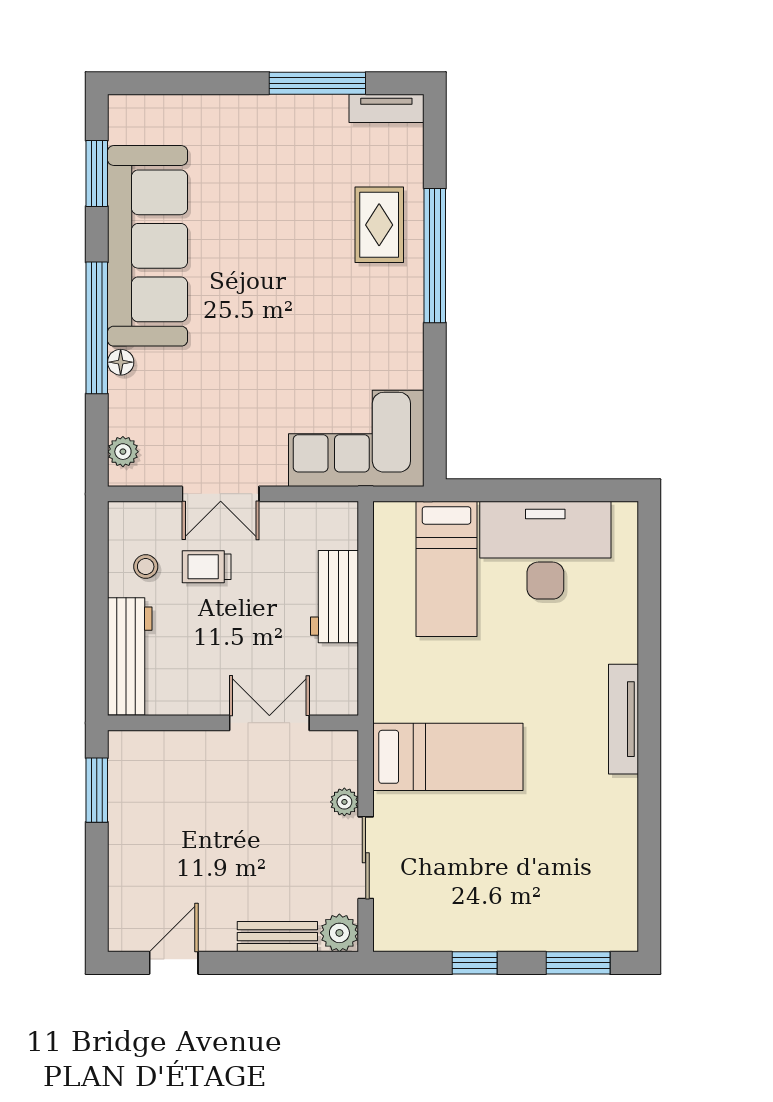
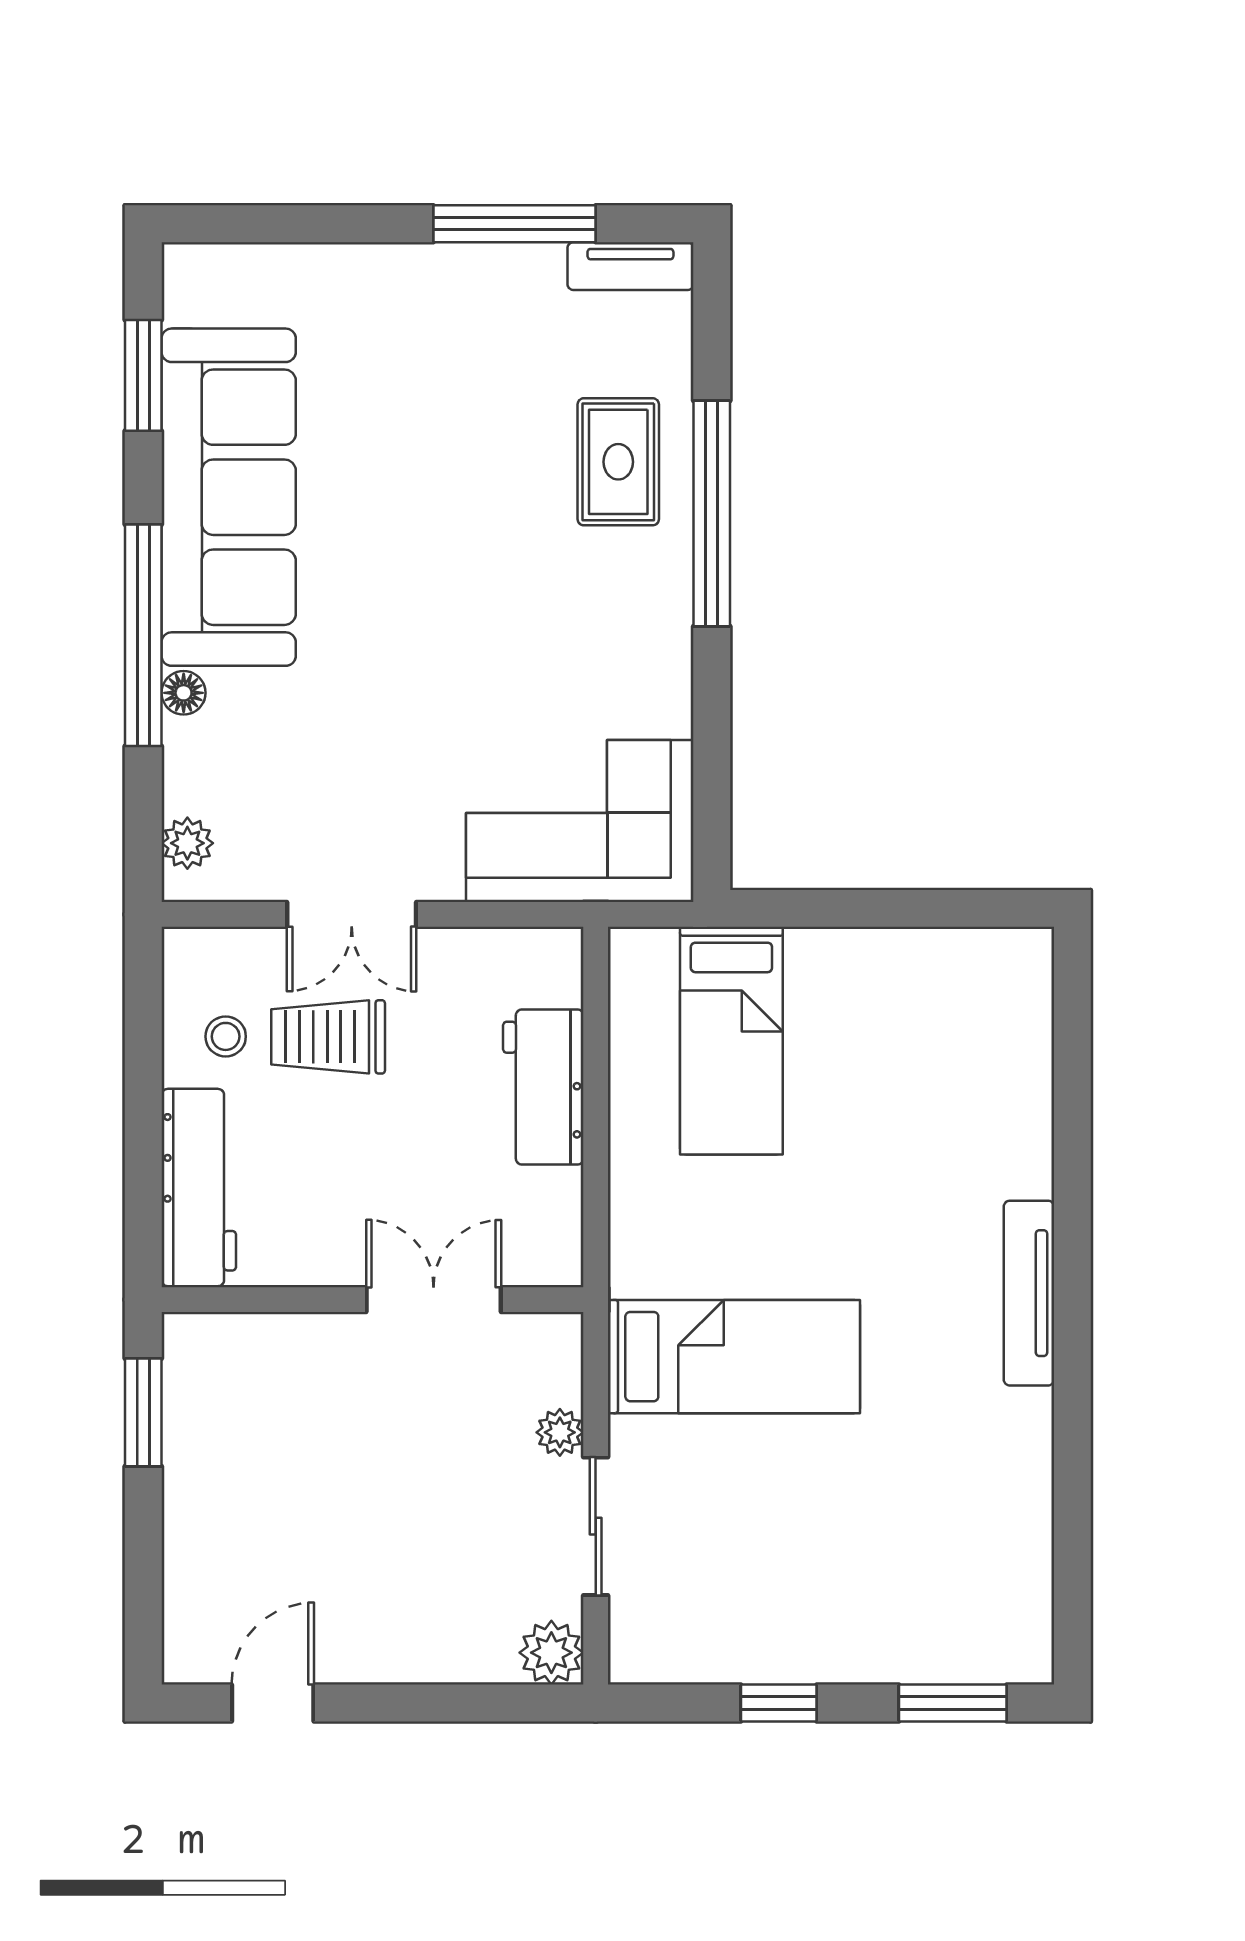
desk: (545, 550) -> (898, 1009), removed
trolley: (207, 567) -> (328, 1037), width x1.36, depth x1.39
bench: (277, 937) -> (447, 1659), removed

